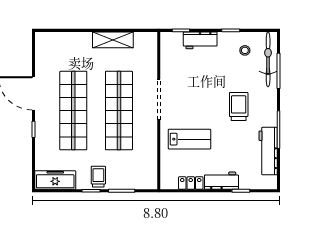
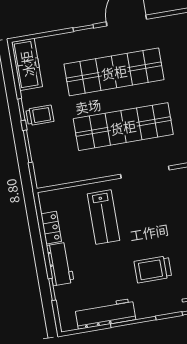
trolley: (239, 106) -> (153, 269), turned 180

